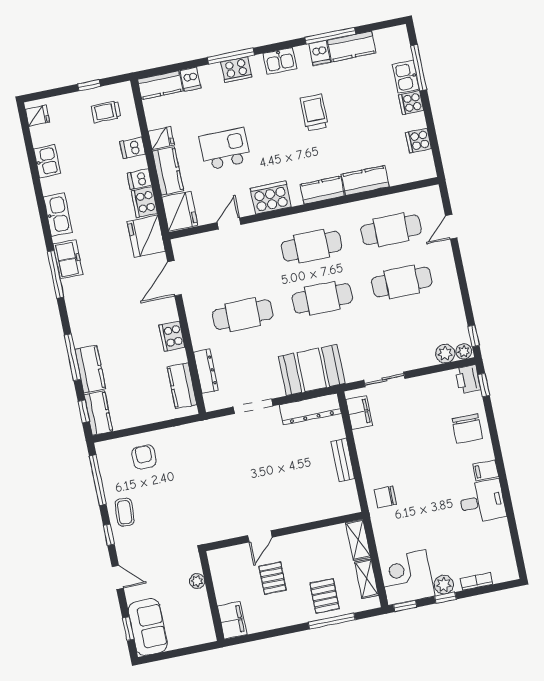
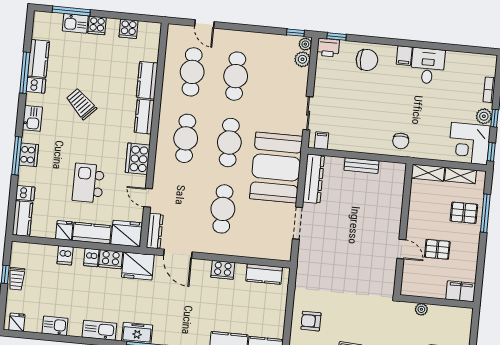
trolley: (106, 112) -> (17, 279), moved
trolley: (314, 112) -> (81, 104), turned 44
booth: (312, 370) -> (276, 168), width x1.36, depth x1.42
dresser: (206, 371) -> (155, 231), moved, turned 90
filing cabinet: (359, 412) -> (321, 141), width x0.50

